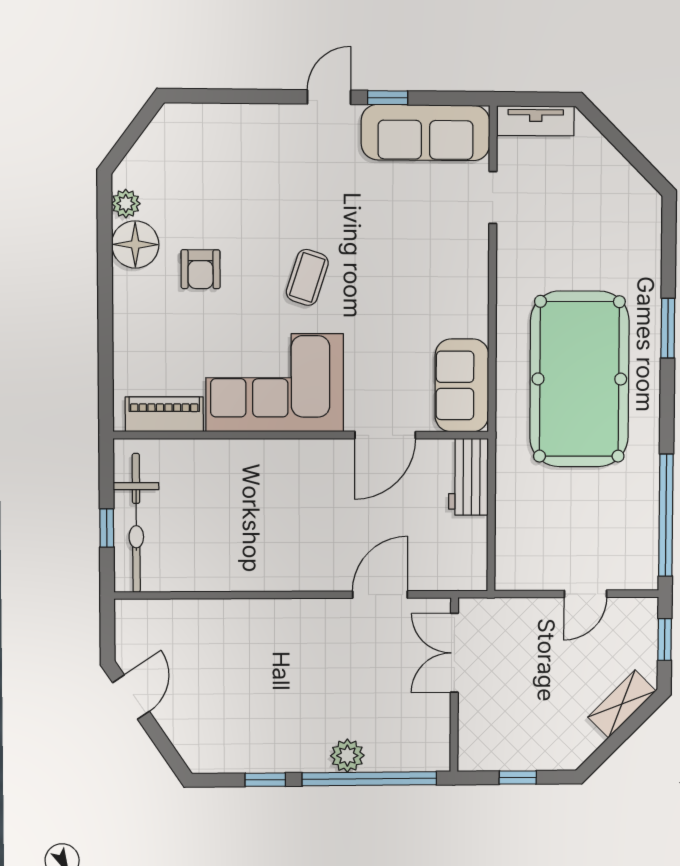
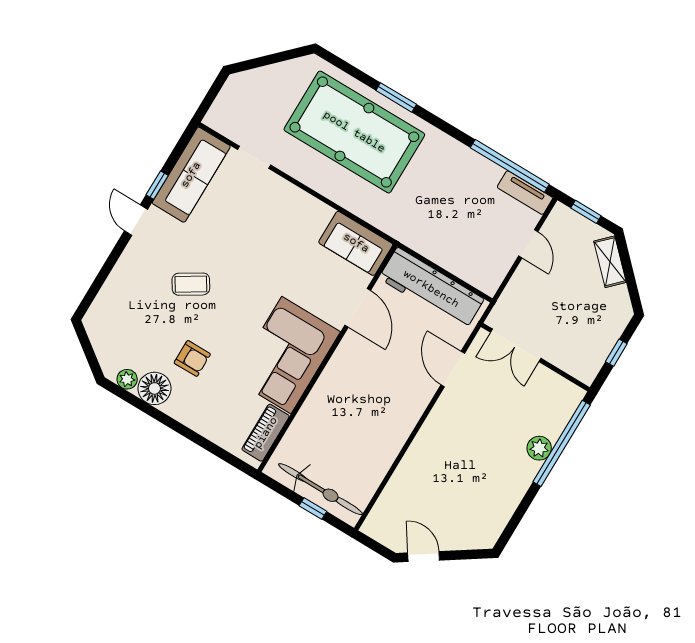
tv unit: (536, 121) -> (525, 193), moved, turned 90
coffee table: (307, 277) -> (191, 284), moved, turned -50
pool table: (579, 379) -> (354, 132), moved
workbench: (468, 477) -> (431, 289), width x1.88, depth x1.32
window: (265, 780) -> (523, 507), removed

